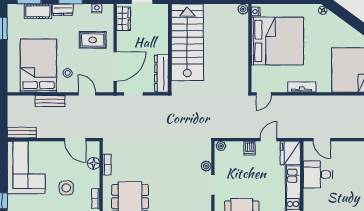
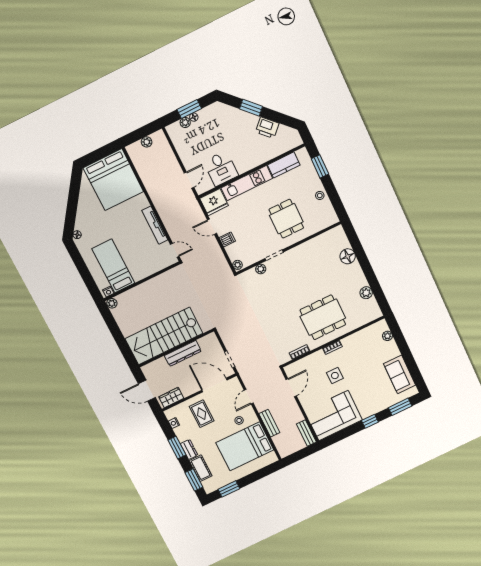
bed: (277, 41) -> (113, 266), width x0.49
dresser: (161, 73) -> (183, 353), moved
tv unit: (302, 87) -> (155, 225), width x1.41
floor lamp: (94, 163) -> (304, 363), removed

